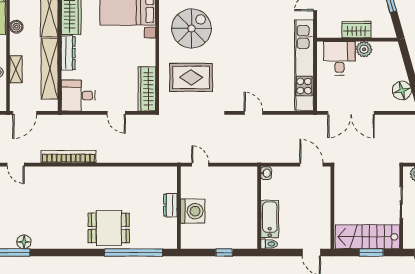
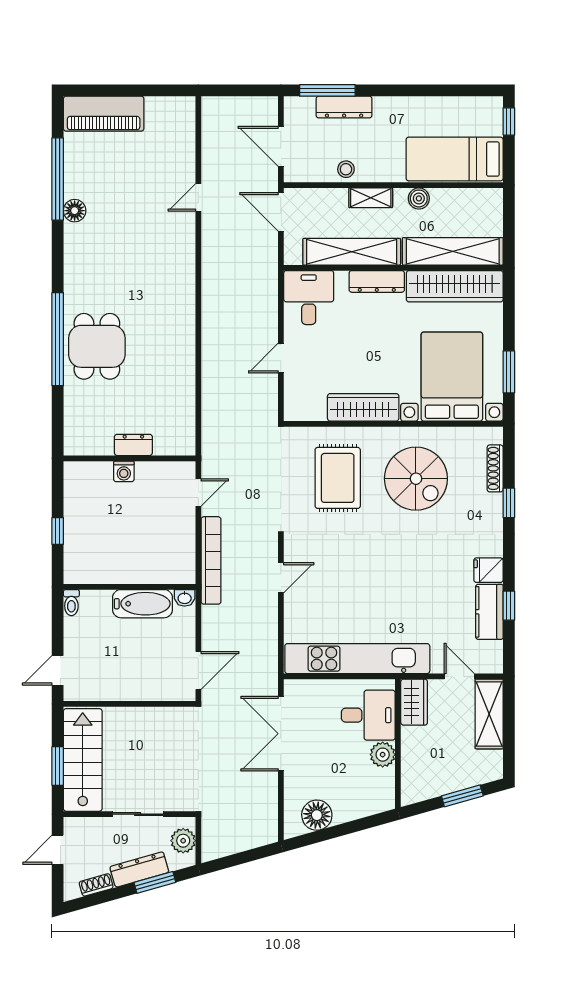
wardrobe: (357, 30) -> (414, 702), moved
shelving: (16, 69) -> (371, 198), moved
wardrobe: (147, 89) -> (363, 407), moved
bookcase: (68, 157) -> (211, 560), moved
washing machine: (193, 211) -> (124, 471), width x0.53, depth x0.53
bathtub: (270, 219) -> (142, 604), moved
window: (134, 253) -> (58, 339), moved

